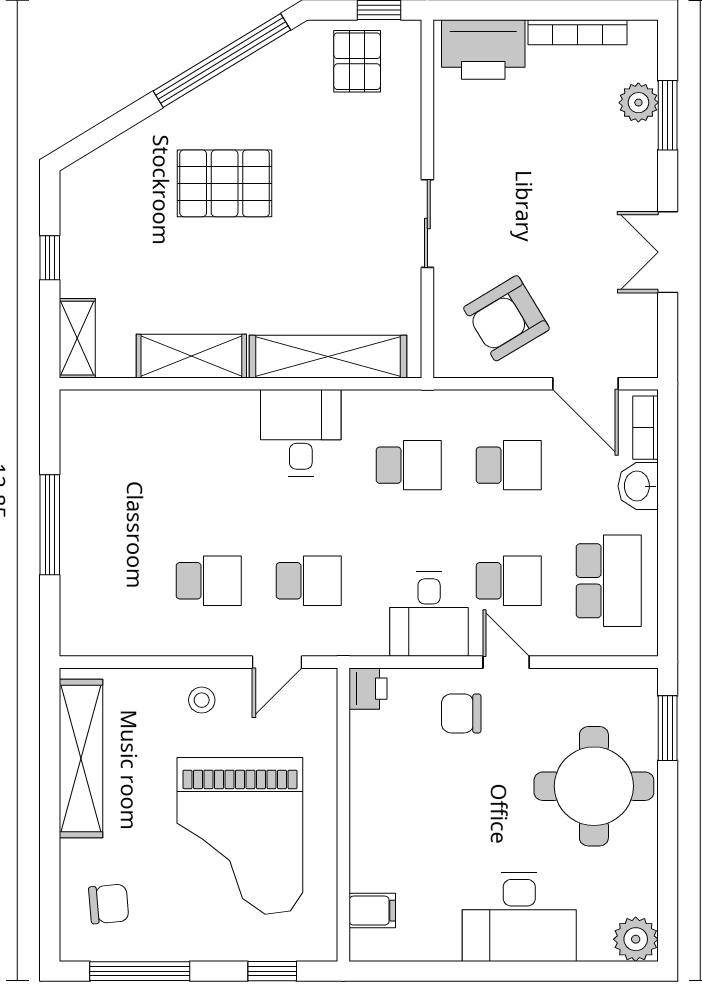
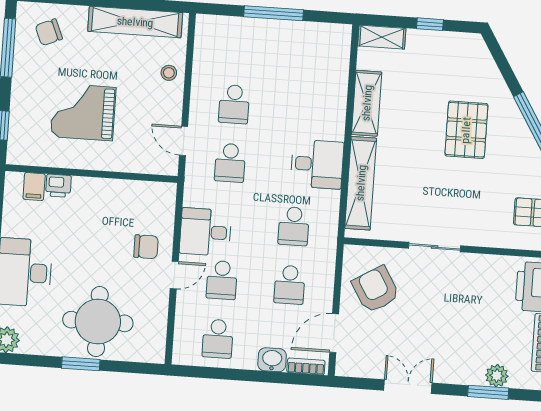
school desk: (609, 581) -> (218, 339), width x0.54
printer: (368, 689) -> (58, 186), moved
stool: (202, 700) -> (169, 73), moved
chair: (461, 713) -> (146, 247), turned 90
window: (668, 728) -> (81, 364), moved
grand piano: (240, 836) -> (83, 112), width x0.73, depth x0.68
chair: (109, 904) -> (49, 32), turned 72

